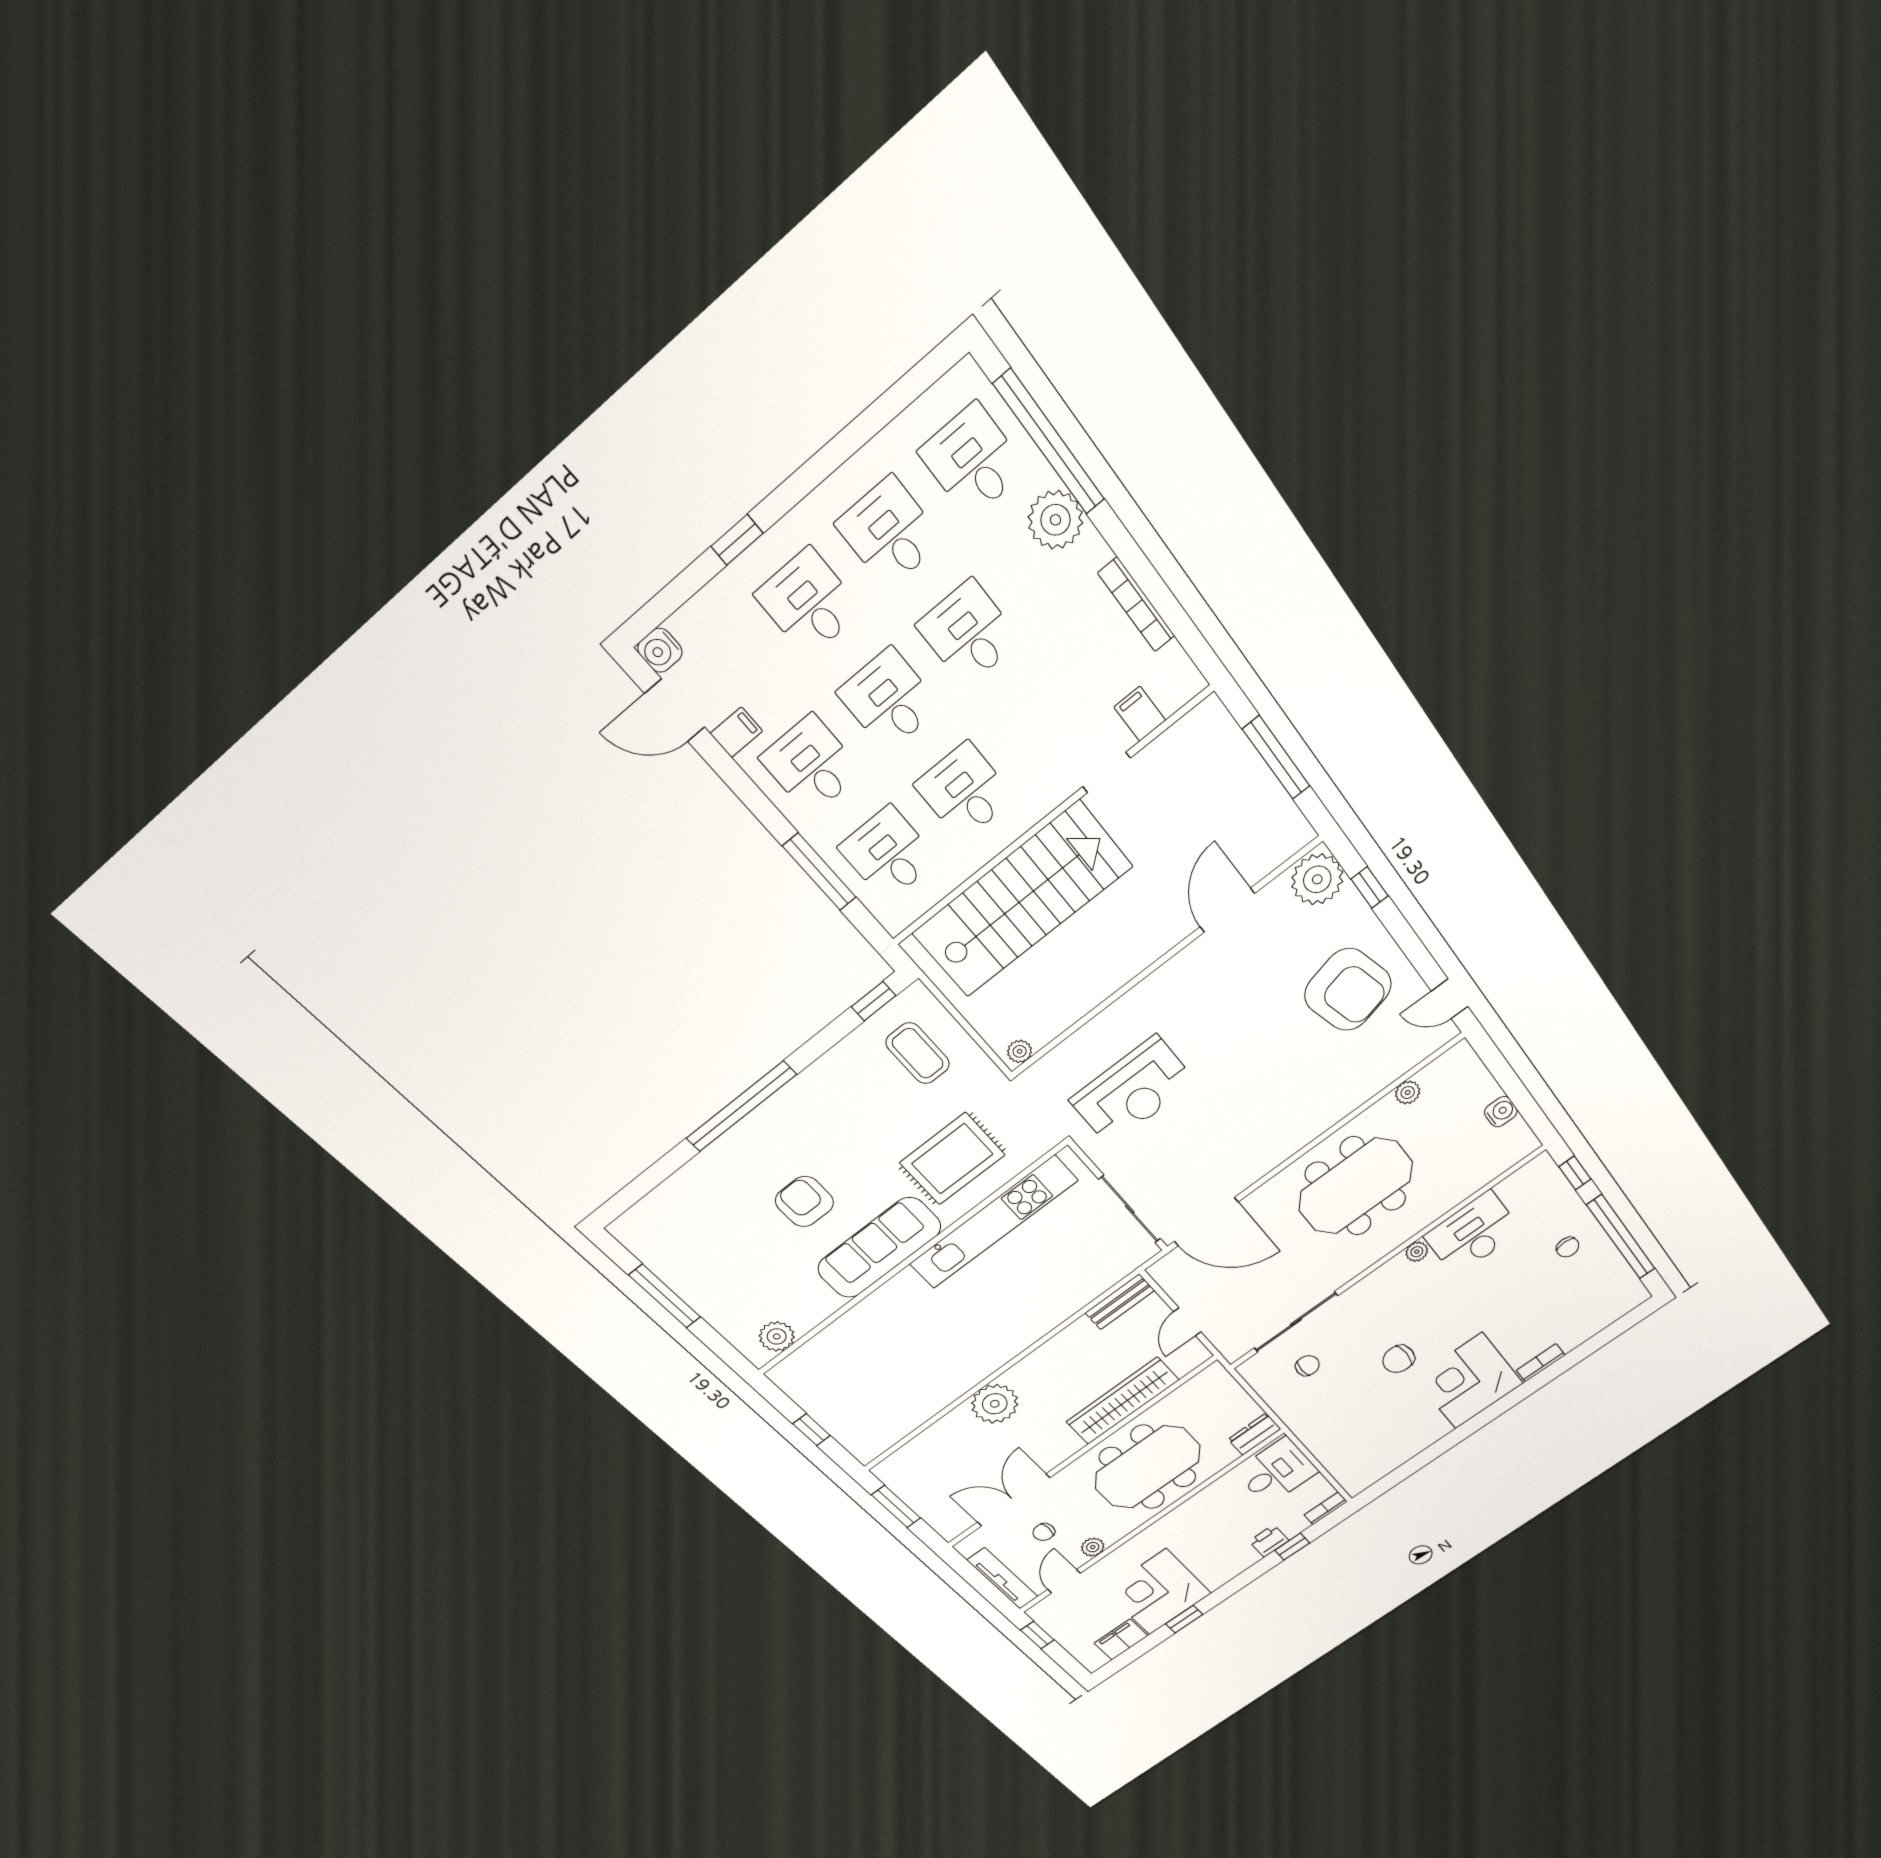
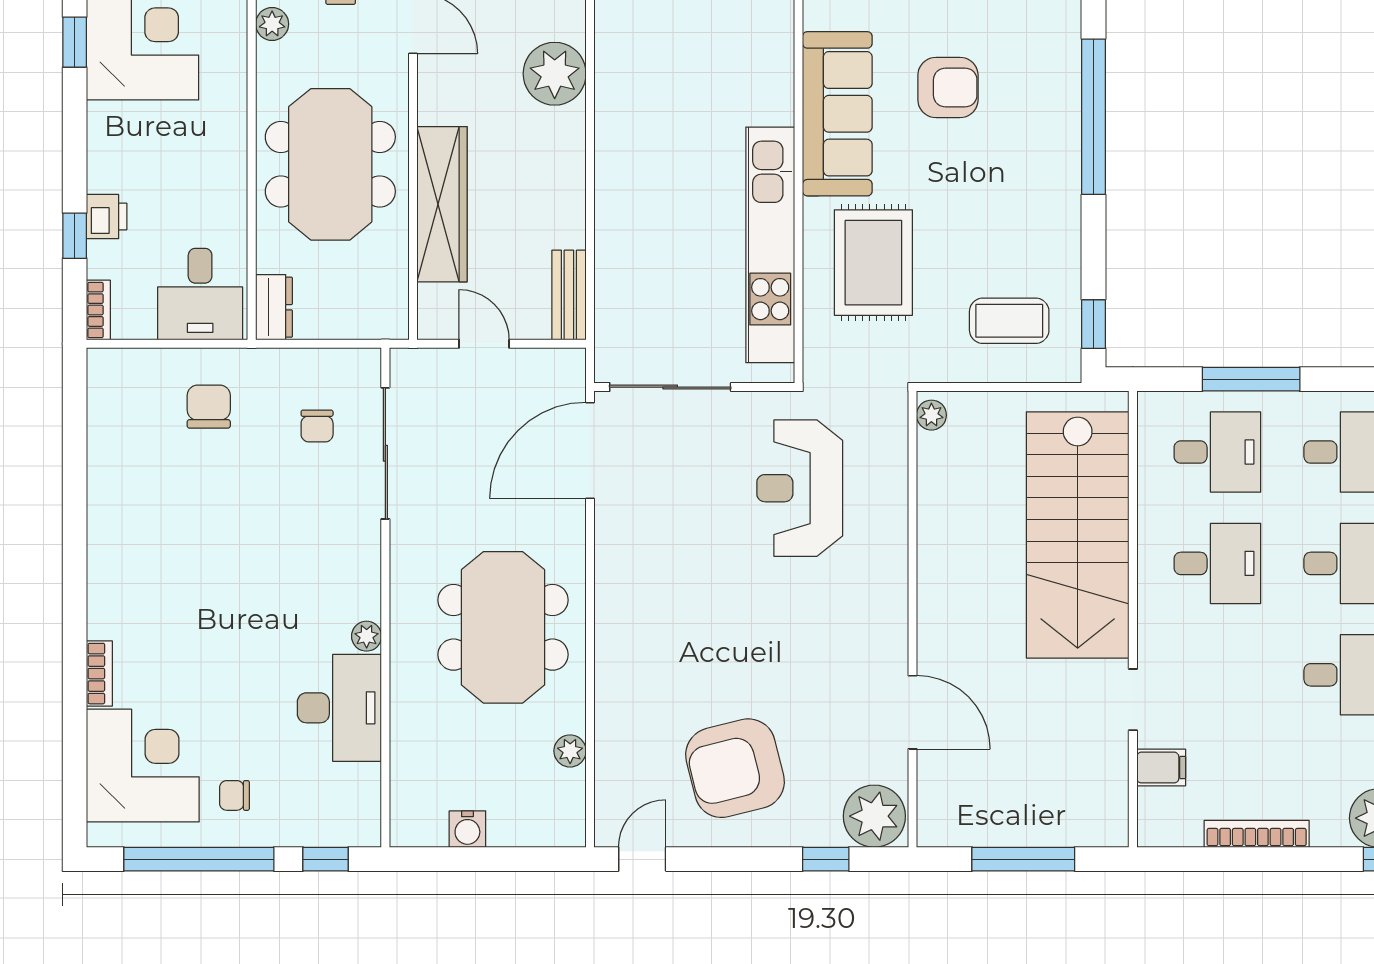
chair: (1399, 1359) -> (209, 407), moved
corner desk: (1469, 1381) -> (143, 766), moved

